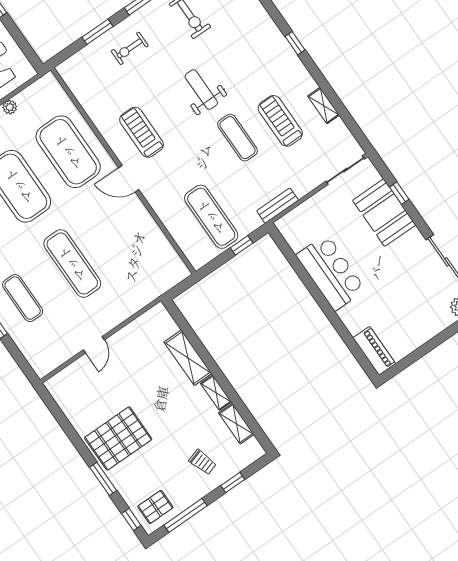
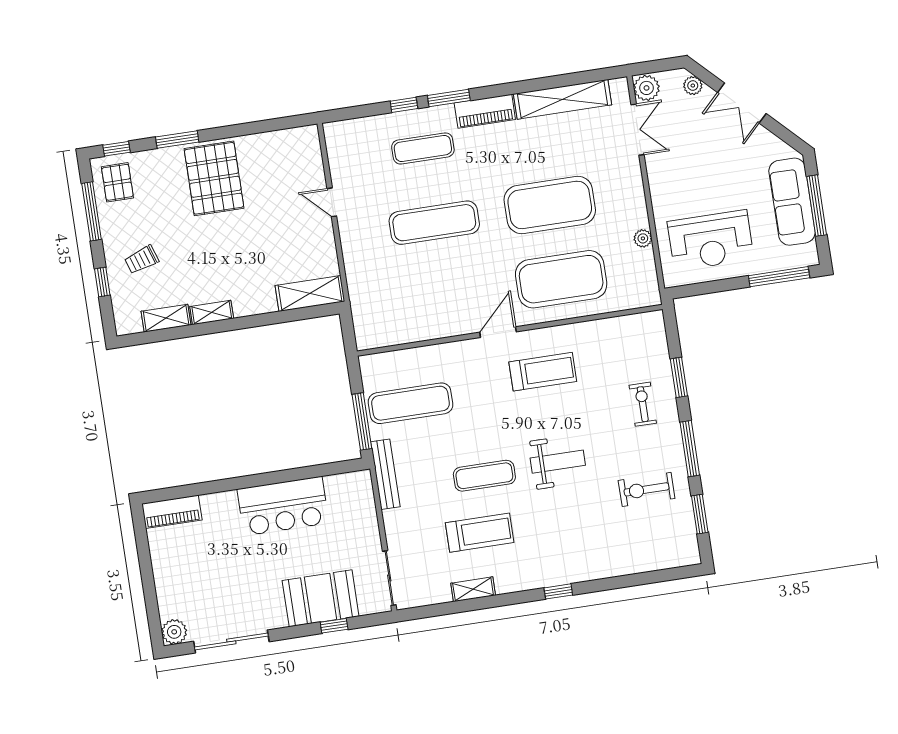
bench: (278, 206) -> (385, 474), width x1.36
window: (242, 245) -> (362, 421), width x2.17
shelving: (188, 358) -> (310, 293), moved

